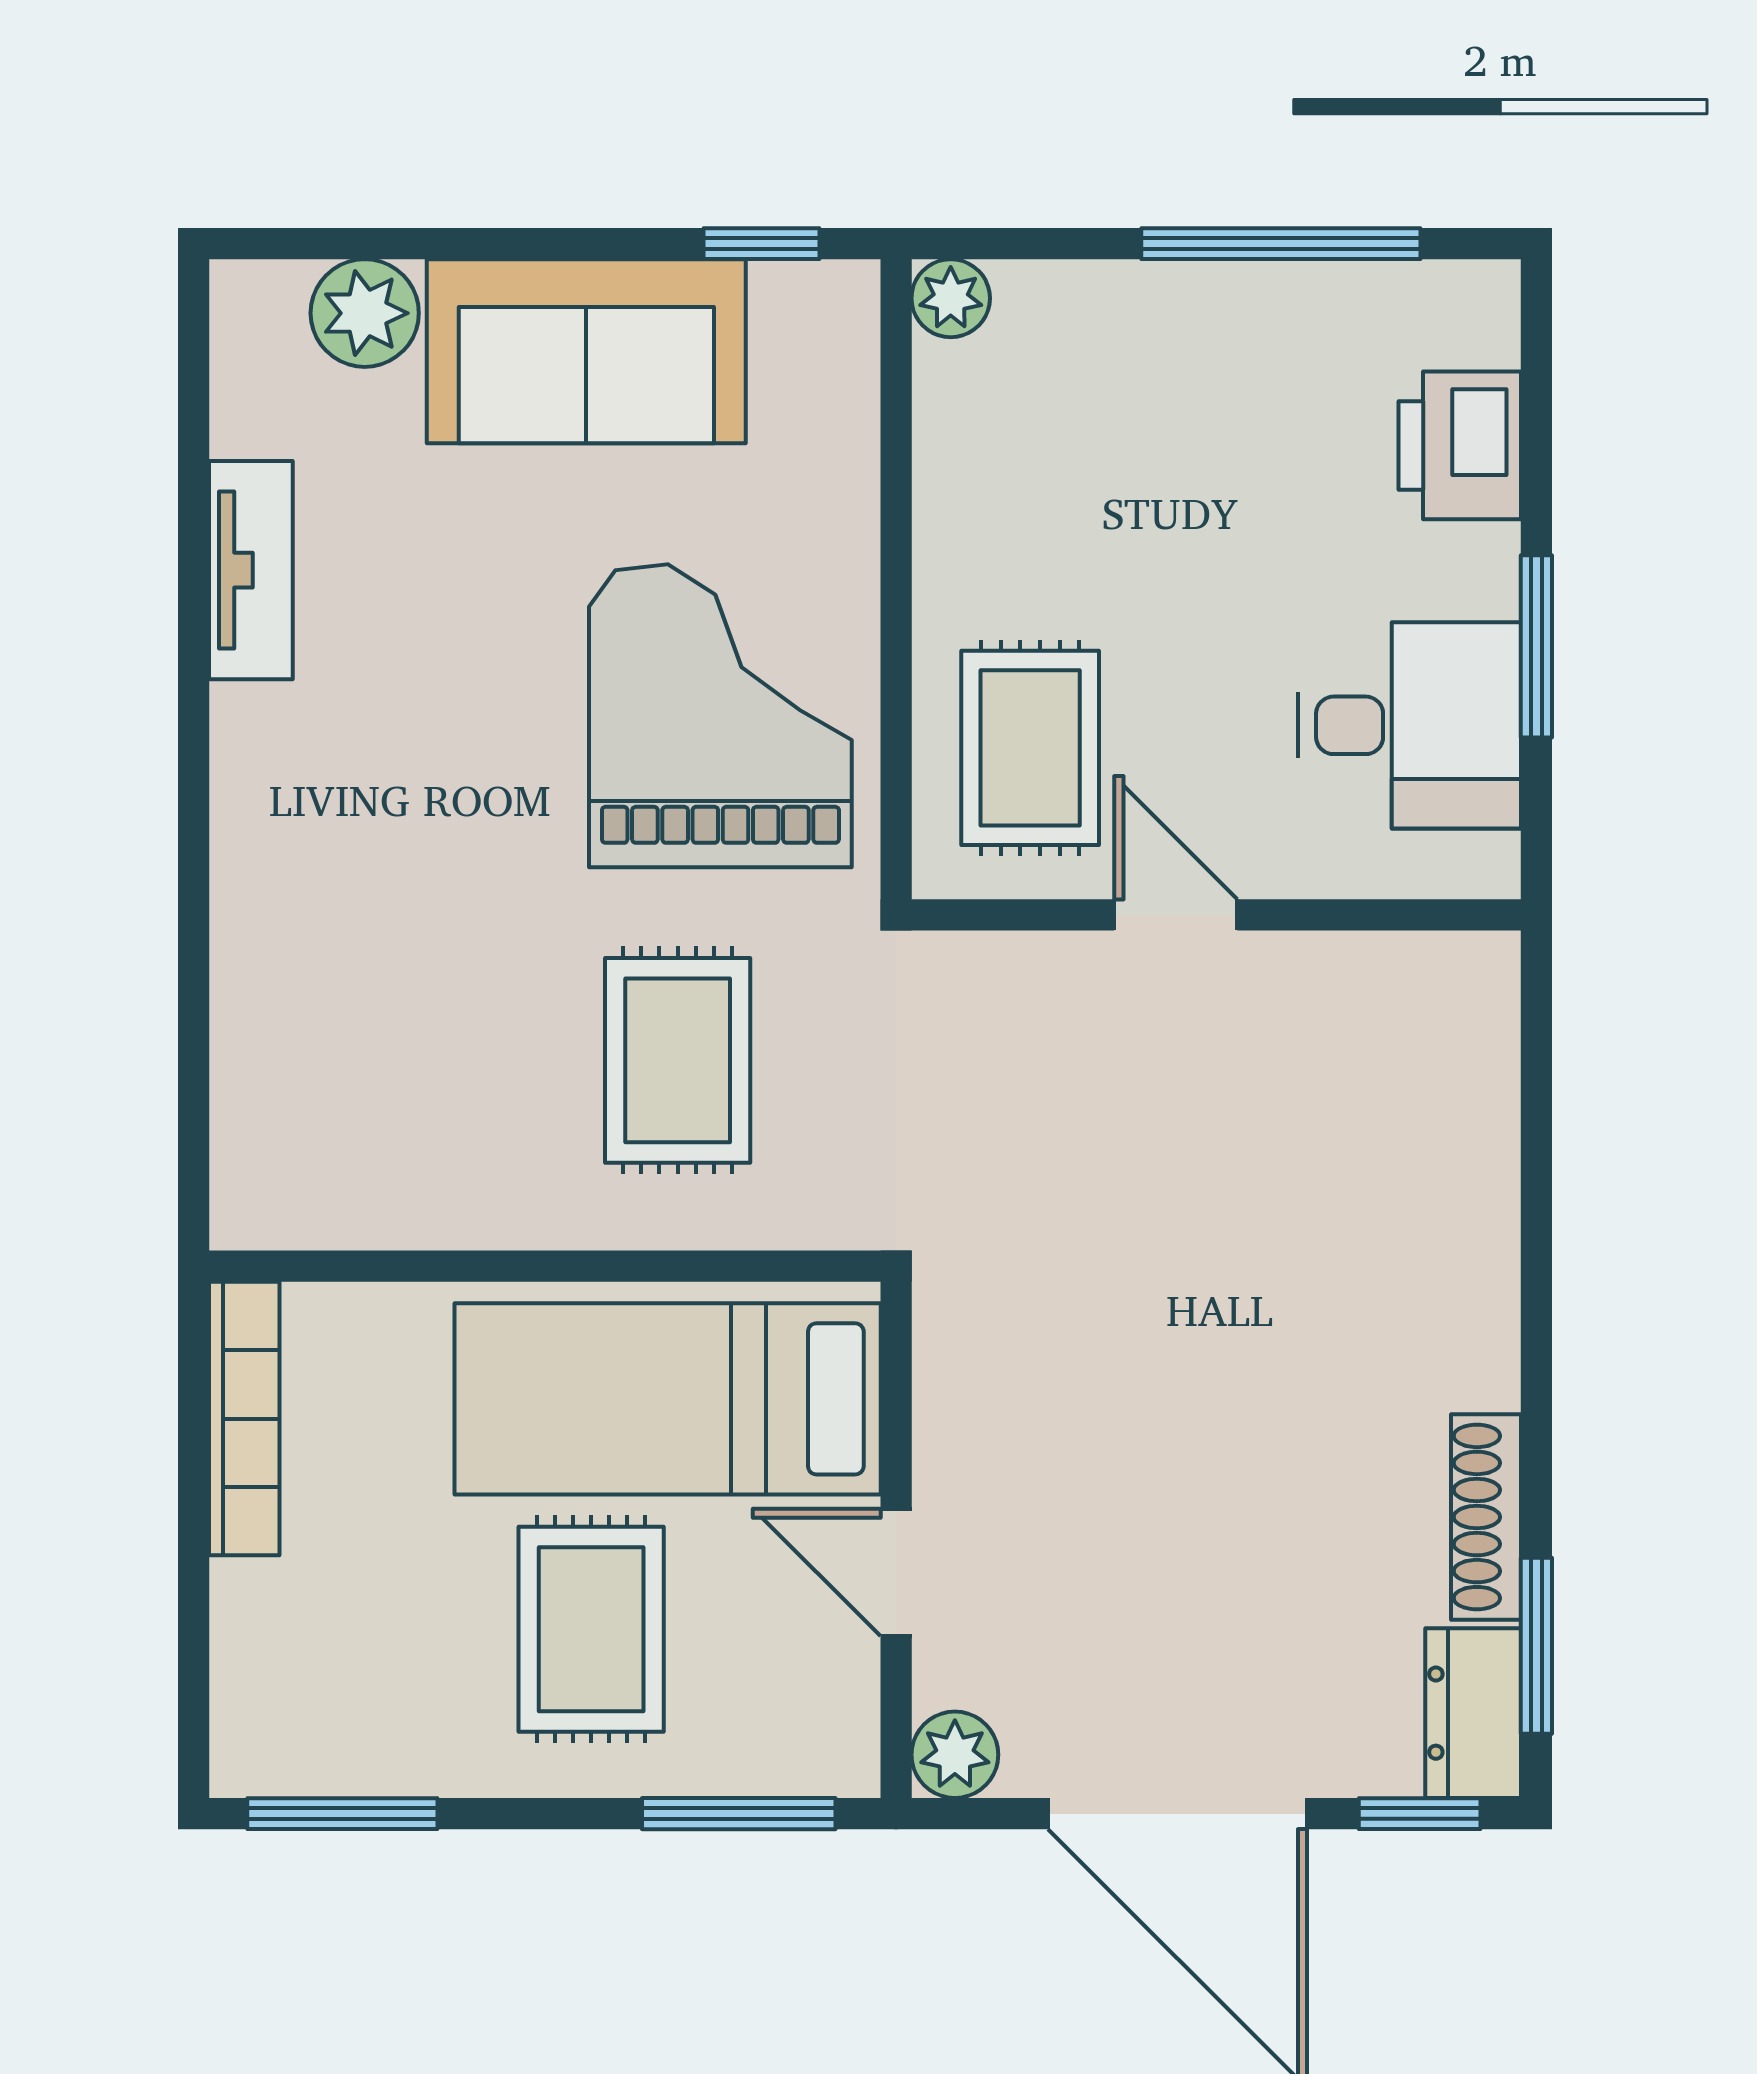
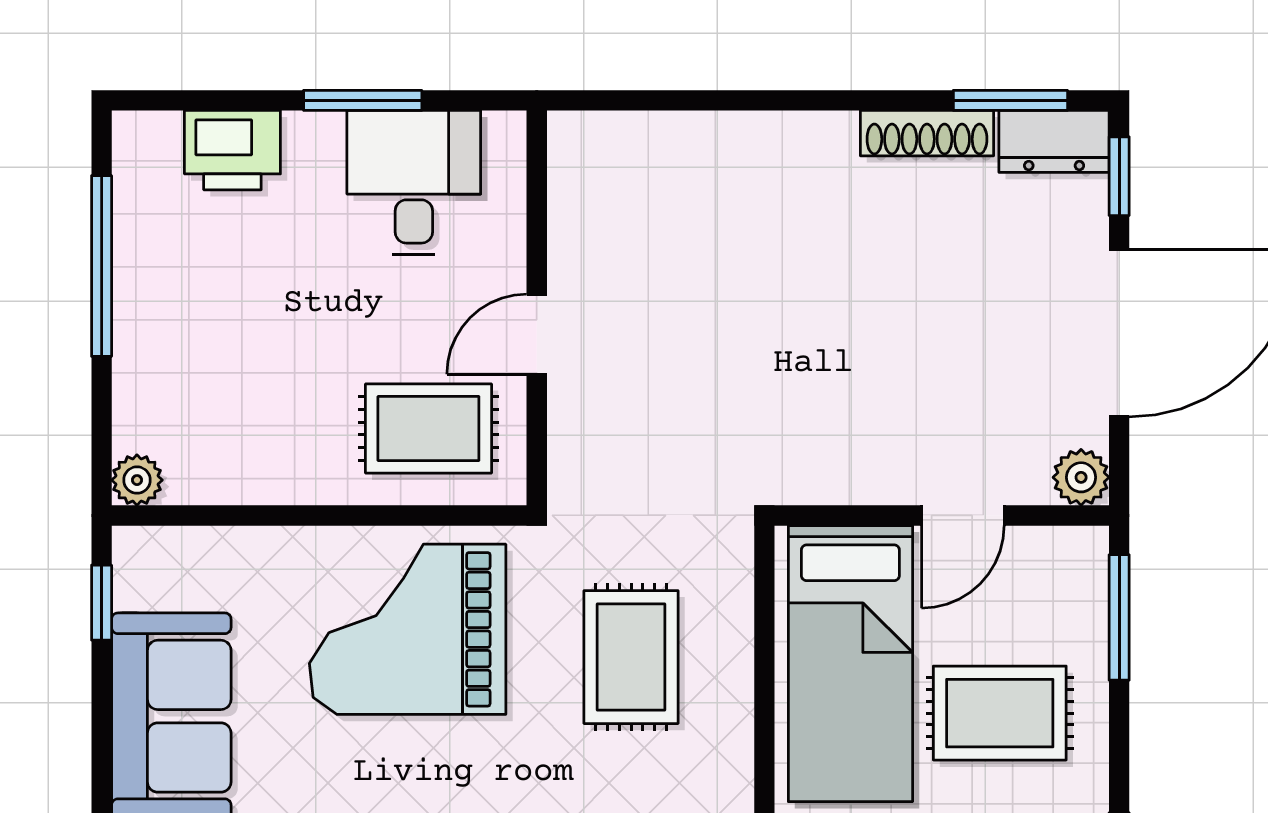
rug: (678, 1060) -> (631, 657), turned 90

